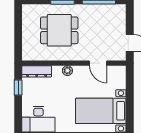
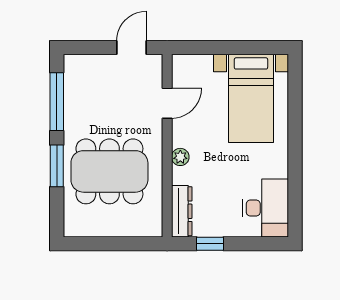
dining table: (59, 30) -> (109, 171), width x1.37

